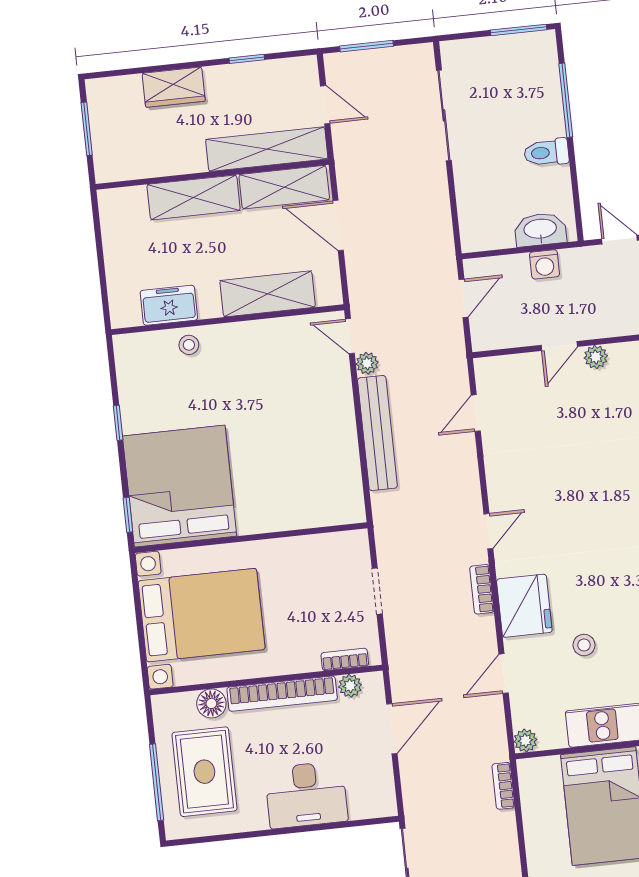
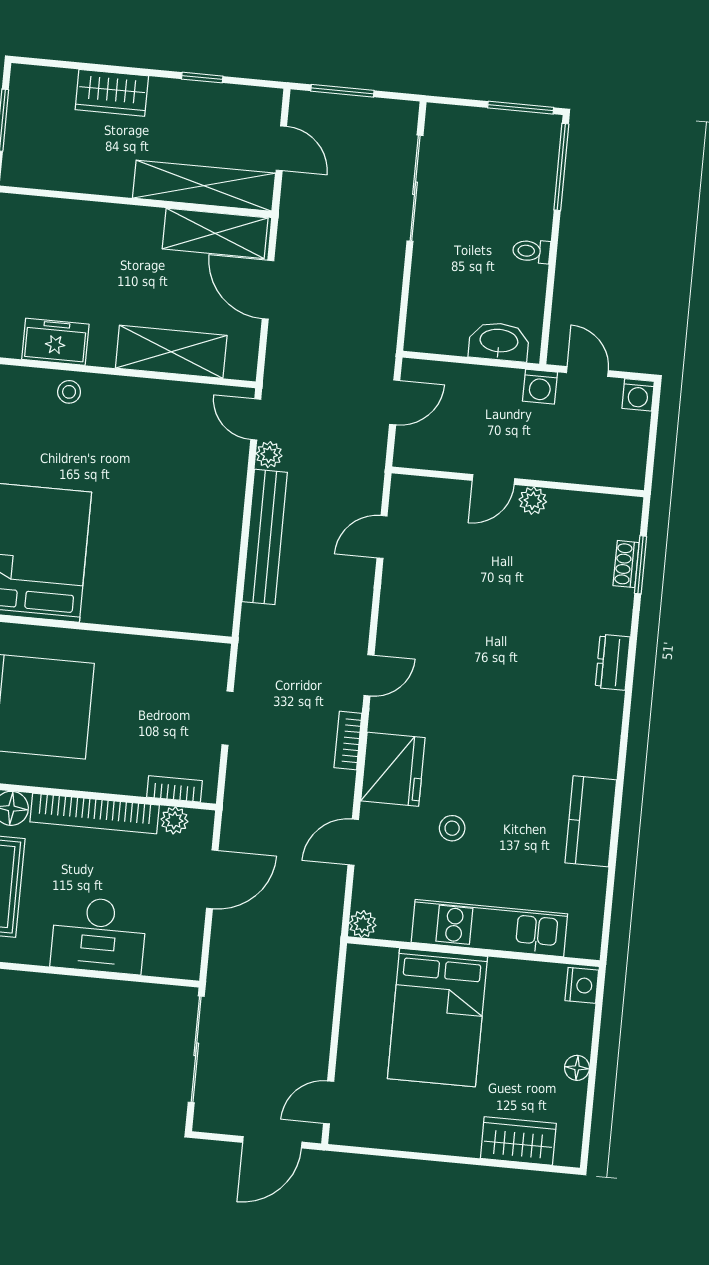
window: (566, 100) -> (561, 167), moved
toilet: (546, 152) -> (531, 251), width x0.73, depth x0.72
shelving: (194, 197) -> (109, 224), removed
washing machine: (545, 264) -> (540, 387), moved
bookcase: (503, 786) -> (327, 971), removed

